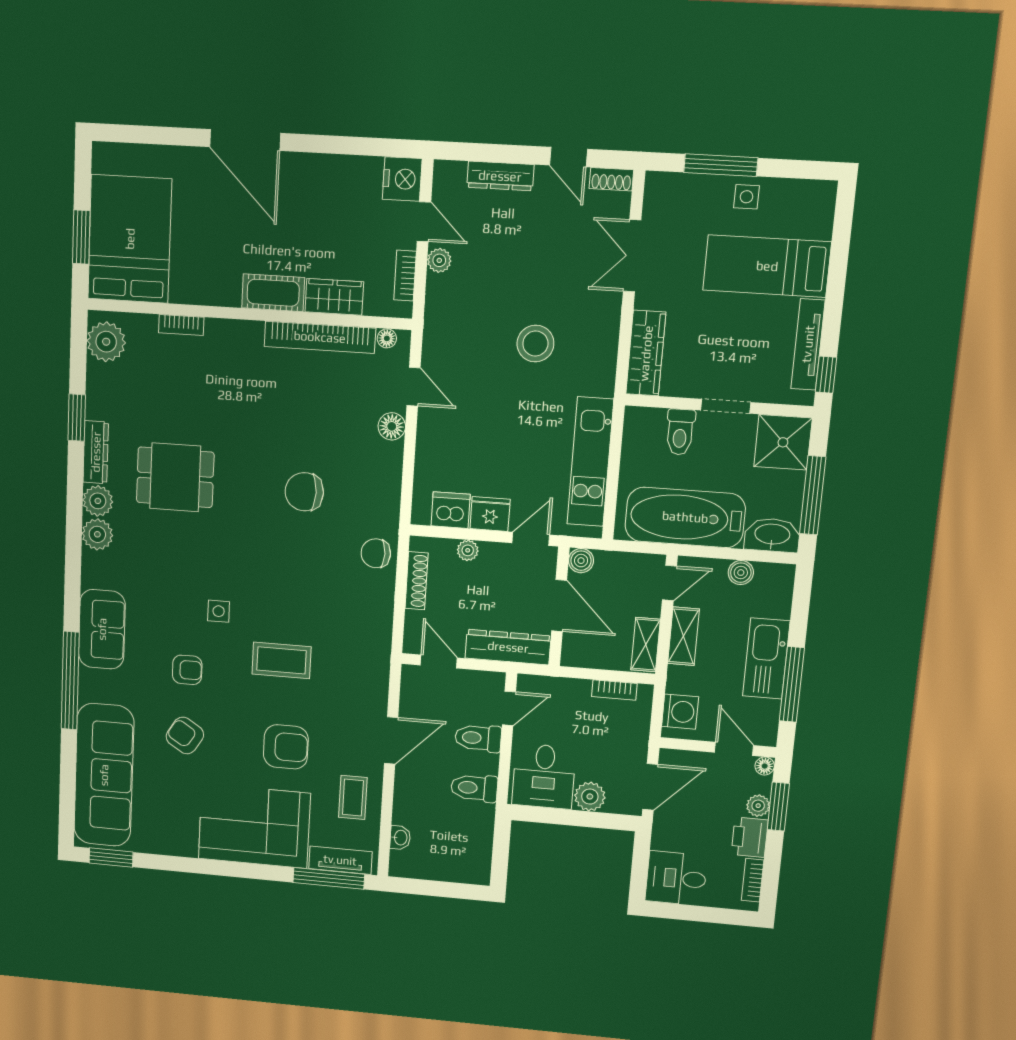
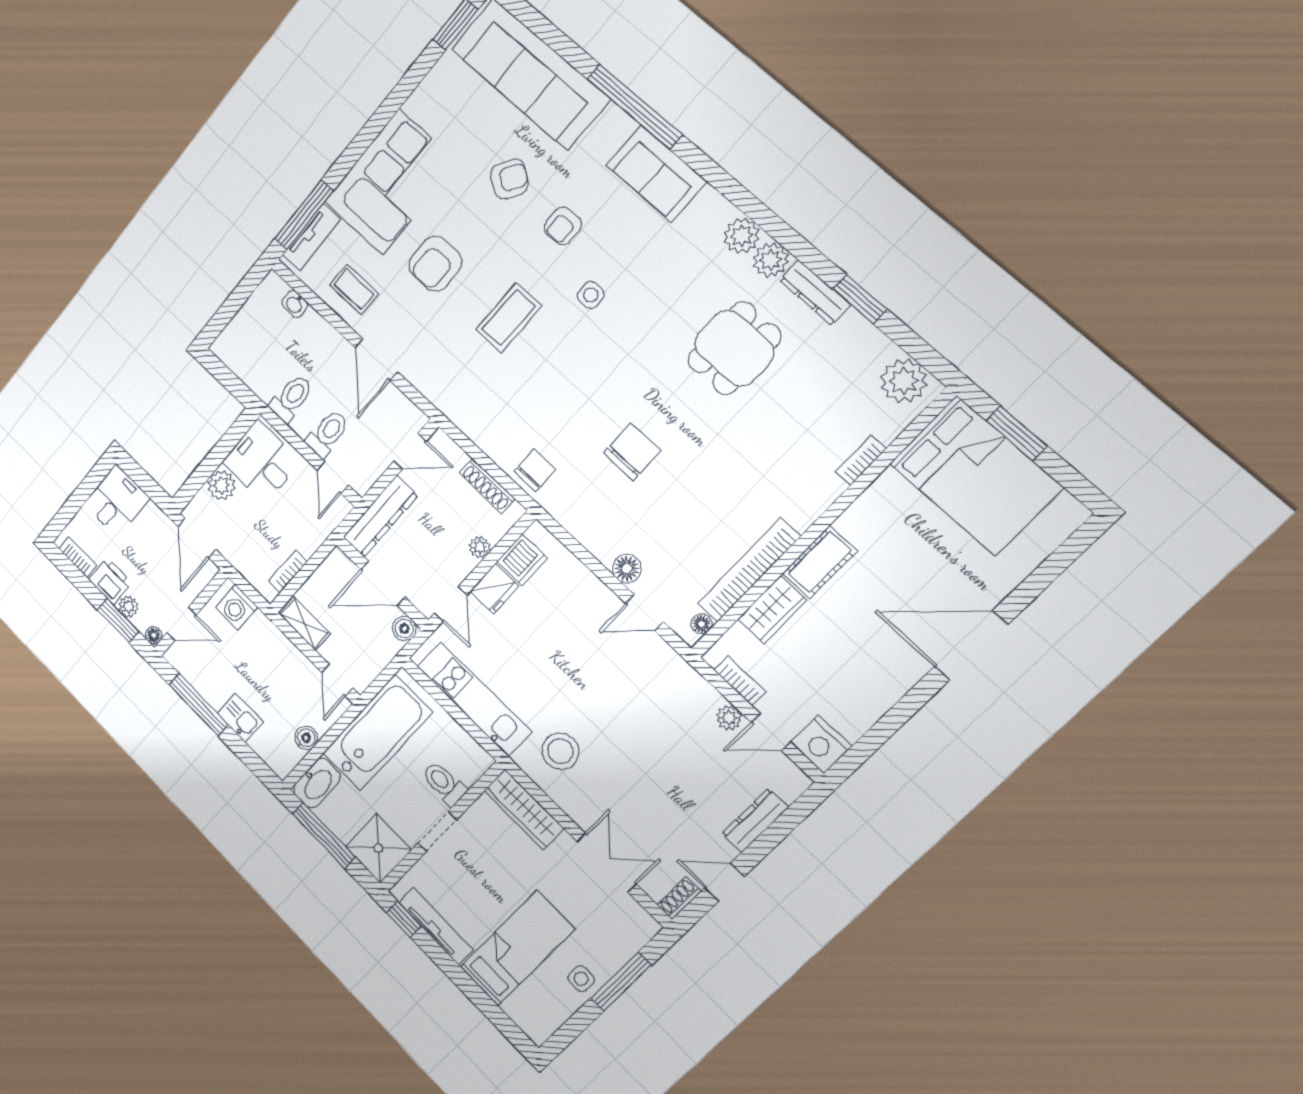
stool: (535, 344) -> (560, 751), moved
shelving: (683, 636) -> (290, 657), removed
kitchen sink: (766, 658) -> (240, 718), width x0.53, depth x0.81

